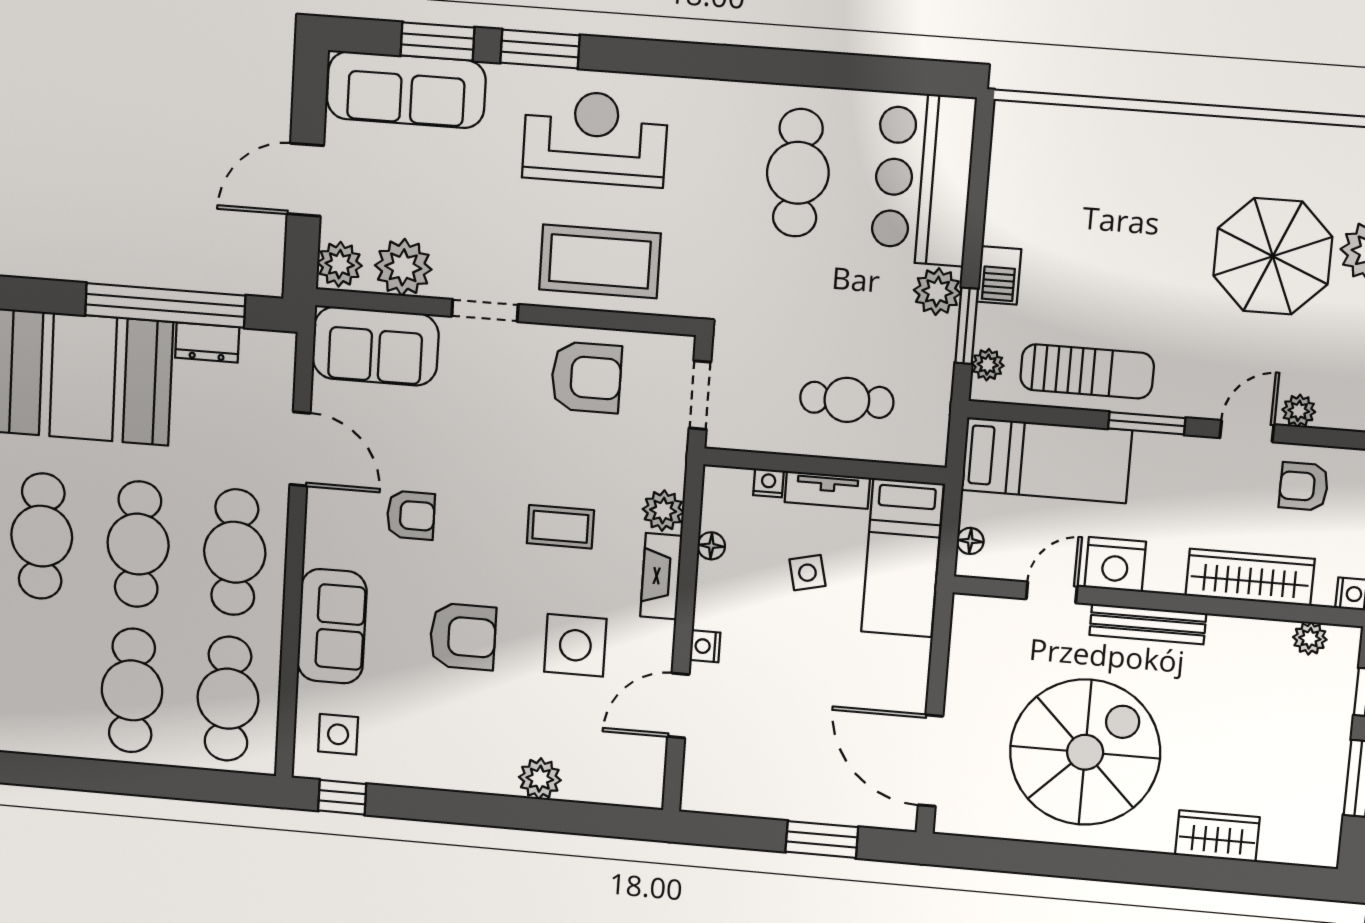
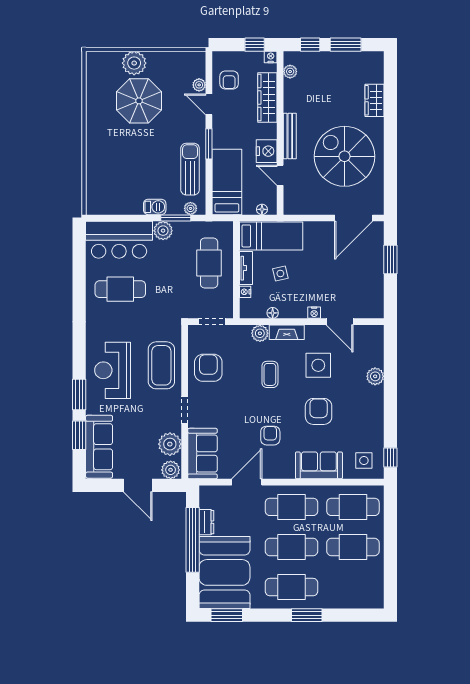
cafe table: (847, 400) -> (209, 263), width x1.37, depth x1.35

